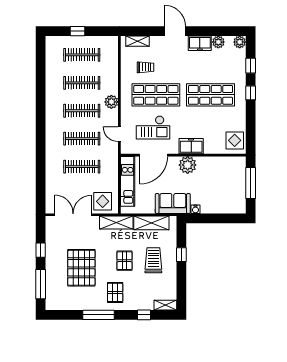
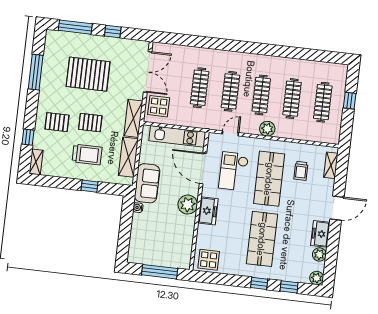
pallet: (115, 292) -> (57, 122), moved
window: (99, 315) -> (36, 72), moved

